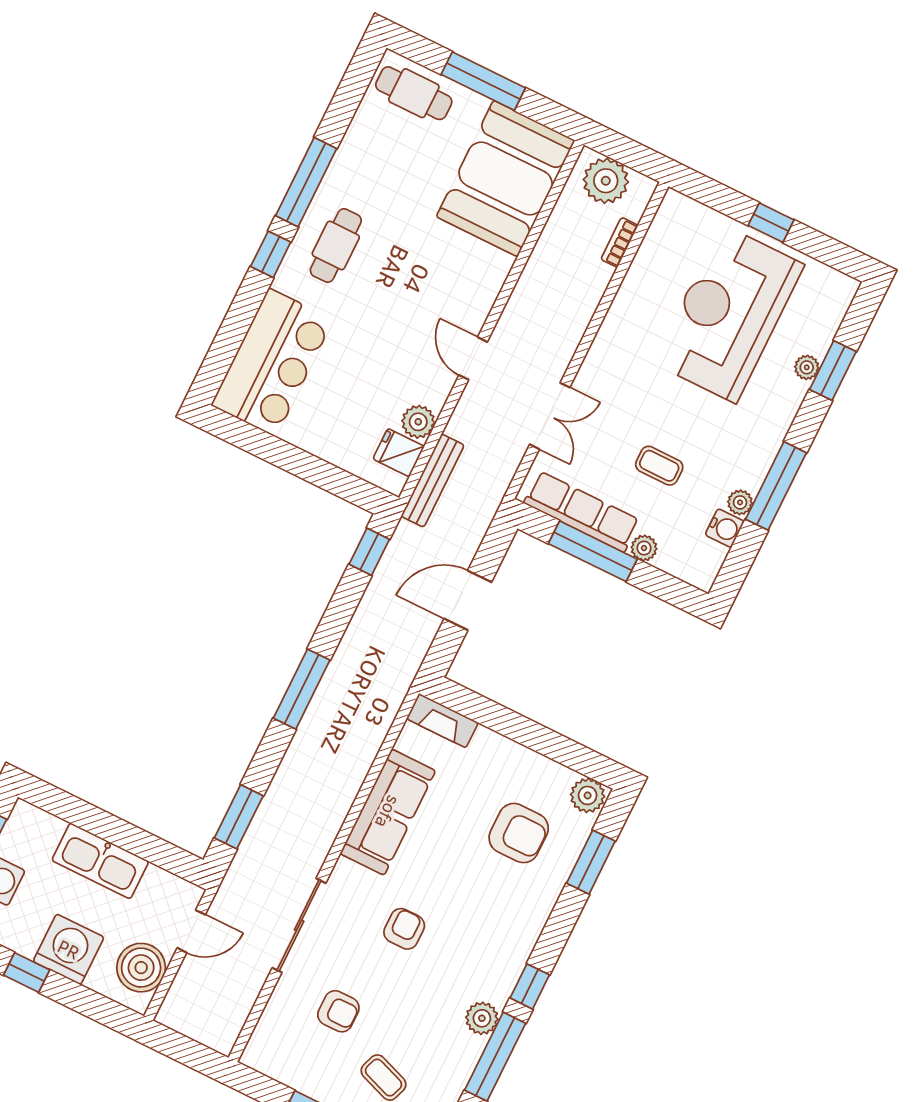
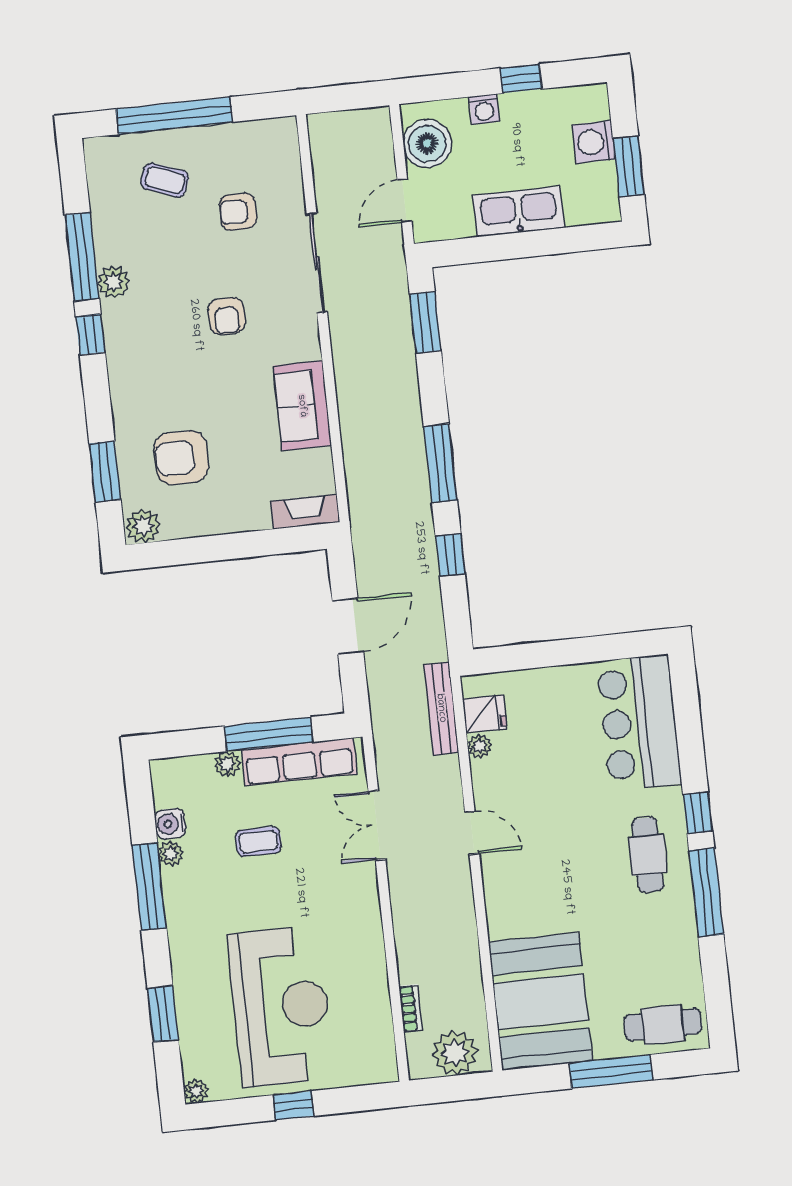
plant: (807, 367) -> (196, 1091), moved
plant: (418, 422) -> (480, 746), width x0.73, depth x0.73
window: (369, 552) -> (450, 555), moved
sofa: (388, 812) -> (302, 406), width x0.73
washing machine: (69, 949) -> (484, 109), width x0.53, depth x0.53

